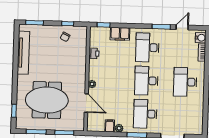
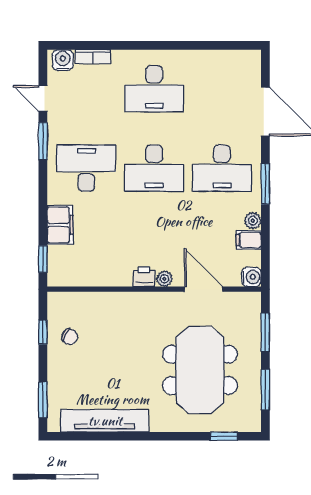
desk: (147, 48) -> (86, 168), turned 180
printer: (94, 54) -> (144, 277), moved
door: (86, 103) -> (204, 289), hinge flipped
water cooler: (92, 127) -> (251, 277), added

